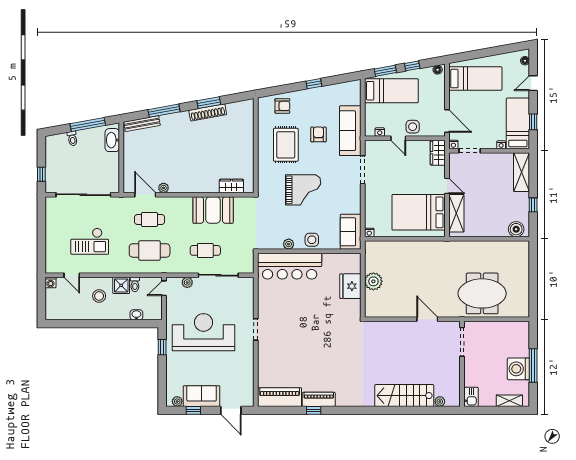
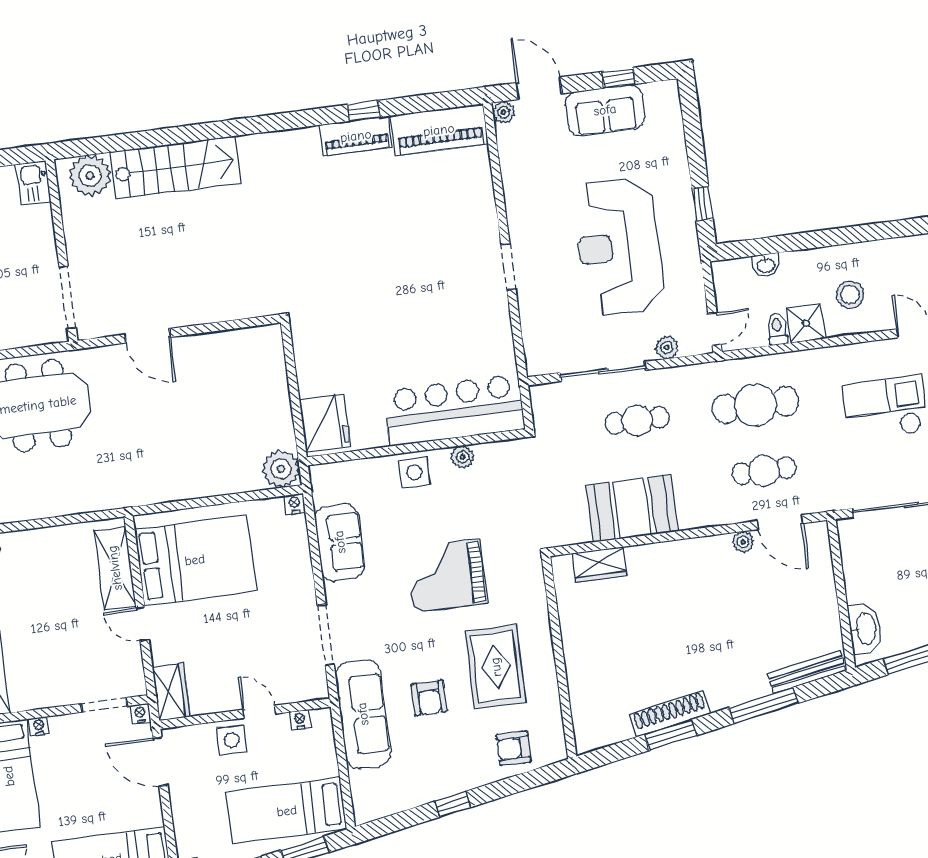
sofa: (351, 232) -> (340, 542), moved
plant: (373, 281) -> (281, 469), moved
fridge: (350, 286) -> (325, 423), moved
reception desk: (204, 332) -> (619, 247), turned 90
plant: (177, 401) -> (504, 112), moved
plant: (440, 401) -> (90, 175), width x1.88, depth x1.88

